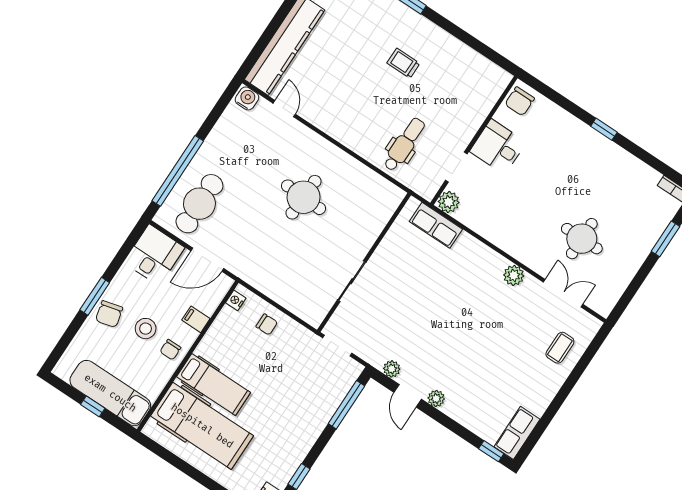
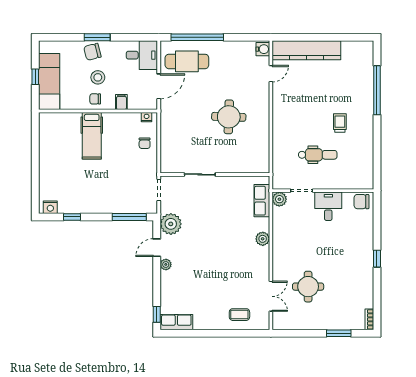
dental chair: (404, 144) -> (318, 155), moved
door: (207, 260) -> (159, 86), swing flipped
plant: (514, 275) -> (263, 239), moved
plant: (392, 369) -> (171, 224), width x1.87, depth x1.87
hospital bed: (202, 426) -> (65, 145), removed

